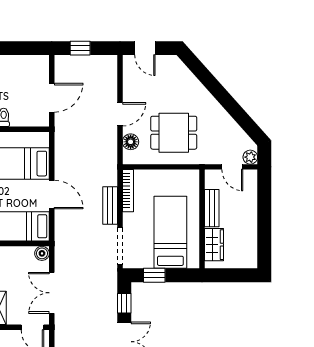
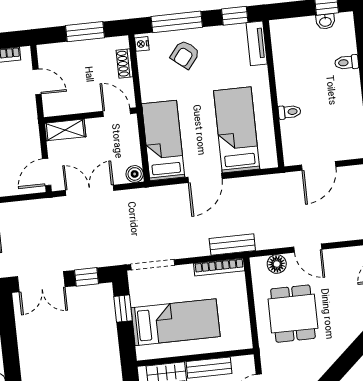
door: (52, 98) -> (319, 166), hinge flipped
bench: (110, 205) -> (232, 245), moved

